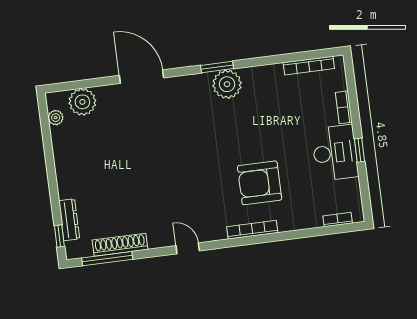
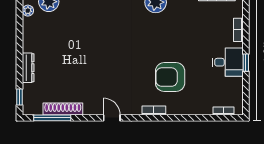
desk: (335, 153) -> (228, 62), width x0.73
dresser: (69, 220) -> (28, 68), moved
bookcase: (252, 230) -> (154, 110), width x0.64

